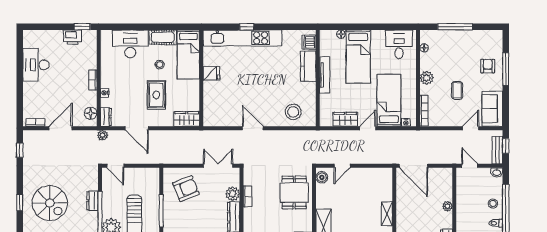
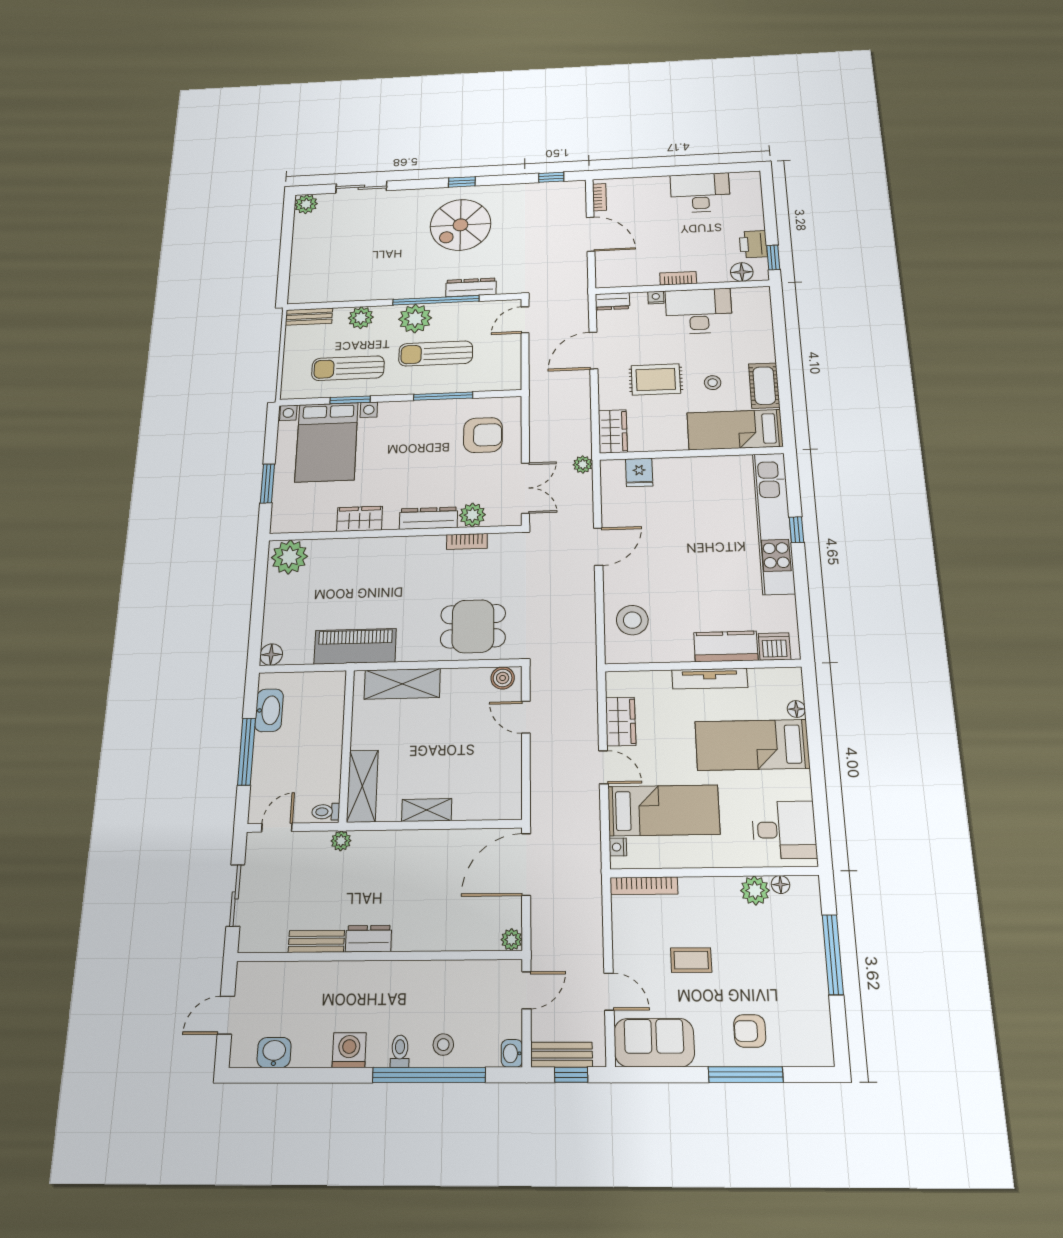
desk: (130, 44) -> (699, 311), moved, turned -90
armchair: (488, 66) -> (750, 1031), turned 180
fridge: (211, 73) -> (639, 472), moved
plant: (427, 78) -> (755, 890), moved
floor lamp: (91, 113) -> (742, 272), moved
plant: (102, 135) -> (583, 464), moved
armchair: (186, 189) -> (483, 435), turned -68
dresser: (92, 201) -> (471, 287), width x1.44
plant: (447, 206) -> (512, 940), moved

